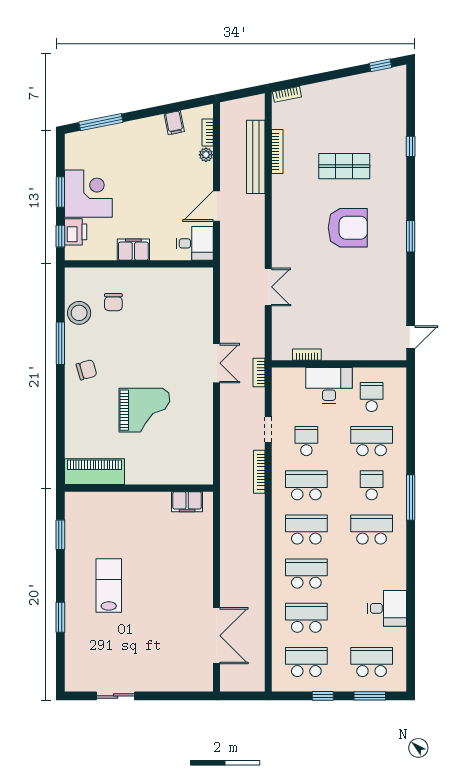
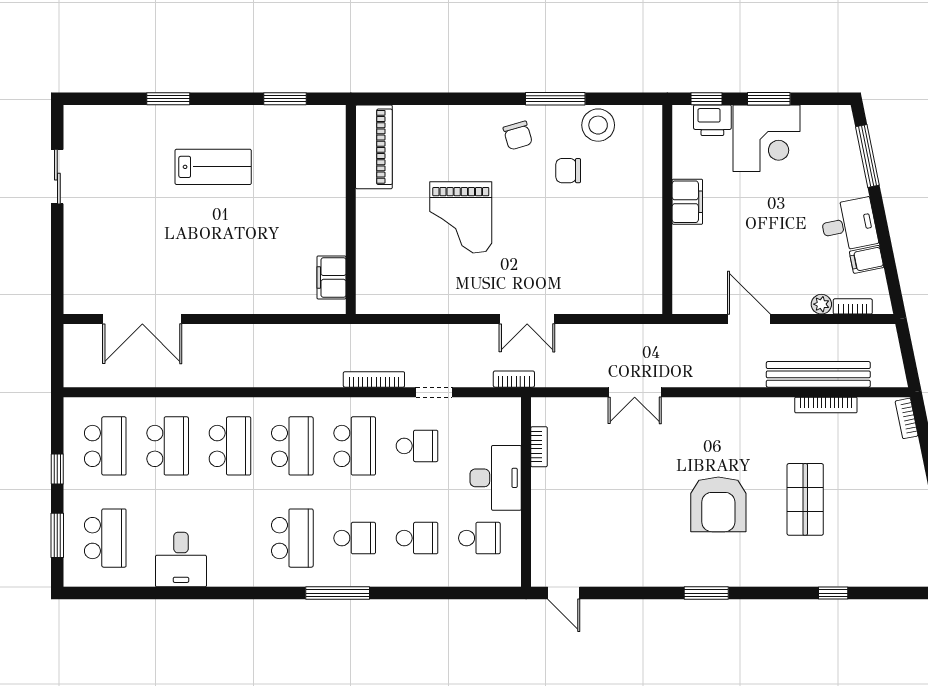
desk: (195, 243) -> (849, 225), moved, turned -101
chair: (113, 302) -> (568, 171), moved
school desk: (372, 441) -> (417, 538), width x0.54

